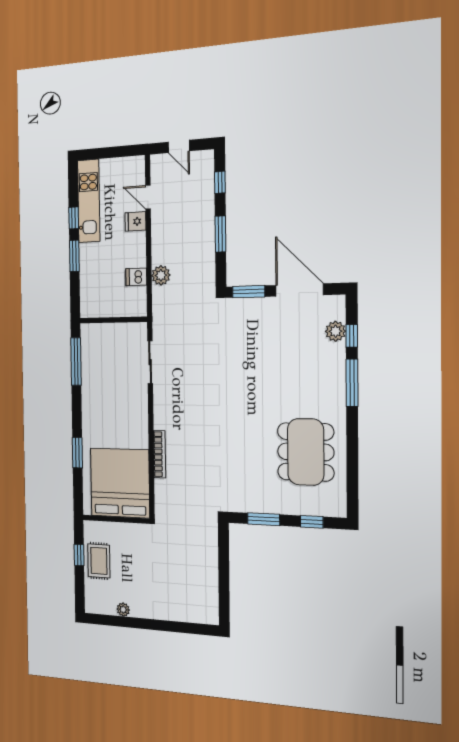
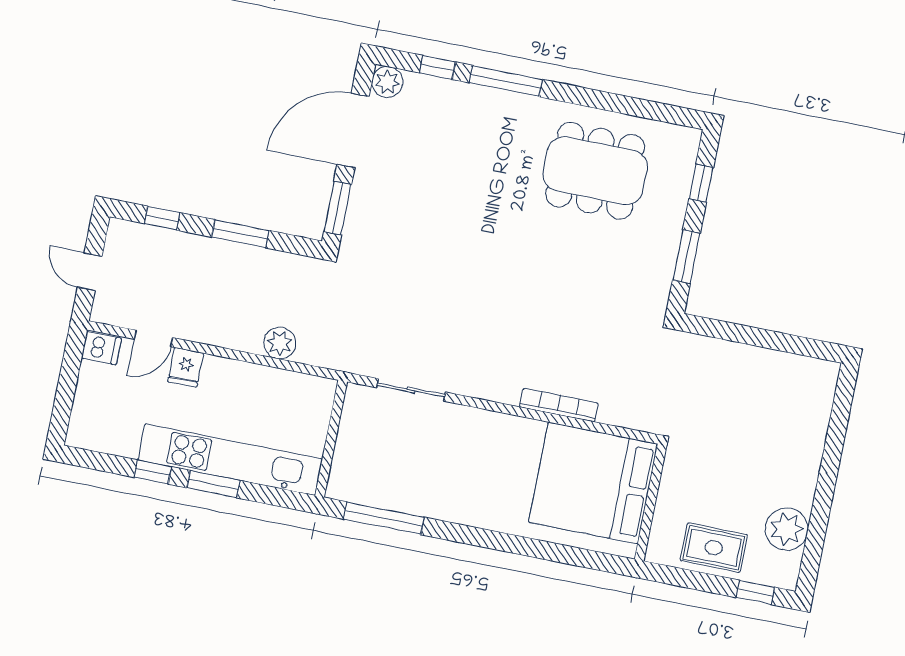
door: (179, 146) -> (90, 272), swing flipped
kitchen unit: (89, 201) -> (230, 460), moved, width x1.36
dishwasher: (136, 277) -> (101, 348), moved, turned -90
plant: (336, 331) -> (387, 82), moved
window: (77, 453) -> (532, 548), removed
window: (79, 555) -> (755, 592), moved
plant: (123, 610) -> (787, 529), width x1.87, depth x1.87

